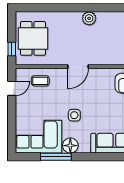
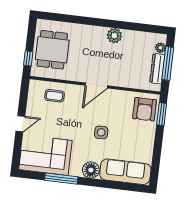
door: (12, 88) -> (20, 124), moved
side table: (74, 115) -> (101, 132), moved
floor lamp: (70, 146) -> (91, 170), moved

